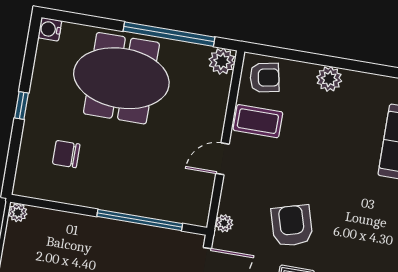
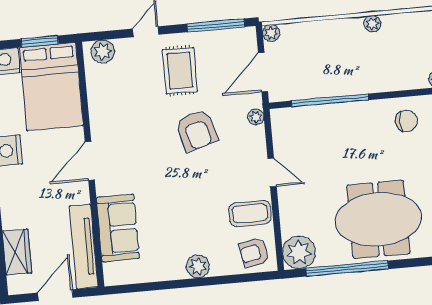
plant: (222, 61) -> (299, 252), width x1.36, depth x1.36
chair: (66, 154) -> (406, 121), moved
door: (222, 159) -> (272, 173), hinge flipped

